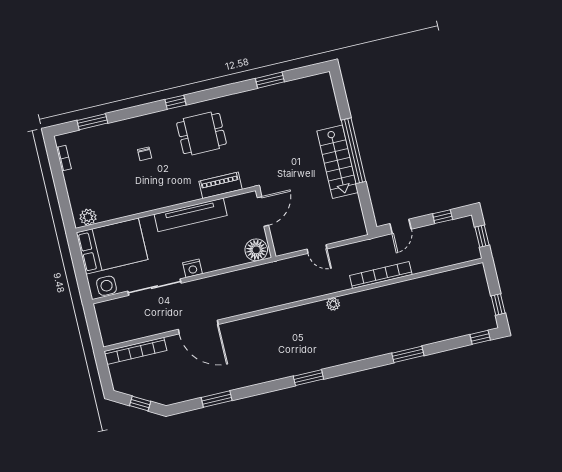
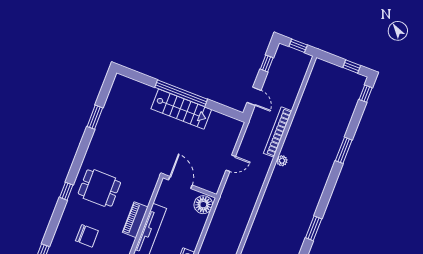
dining table: (201, 133) -> (99, 188), turned 90
chair: (145, 154) -> (87, 236), width x1.87, depth x1.87
piano: (220, 185) -> (135, 220), moved
plant: (333, 304) -> (282, 161), moved

